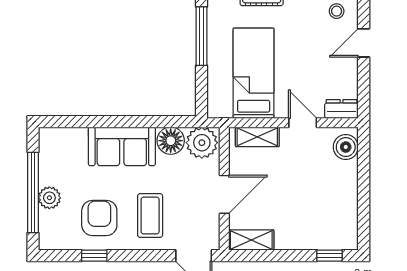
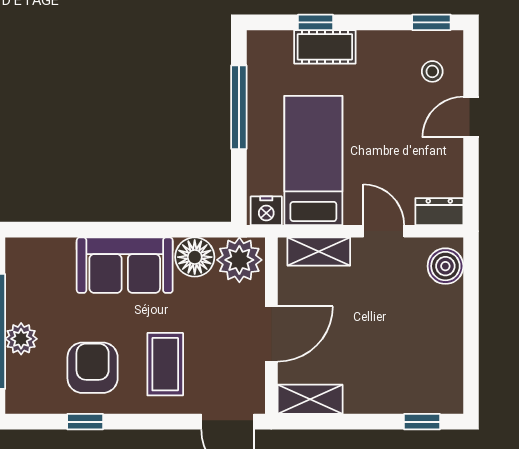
nightstand: (221, 108) -> (266, 211), added

